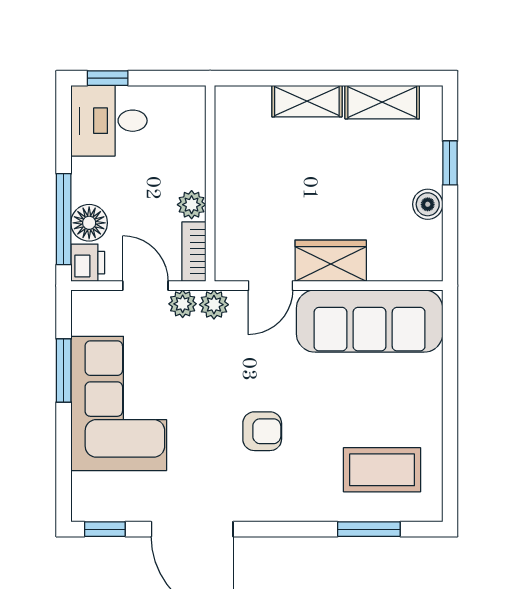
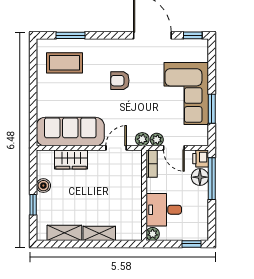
desk: (109, 121) -> (164, 210), moved, turned 180
plant: (192, 205) -> (153, 234), moved
wardrobe: (331, 261) -> (71, 160), moved

